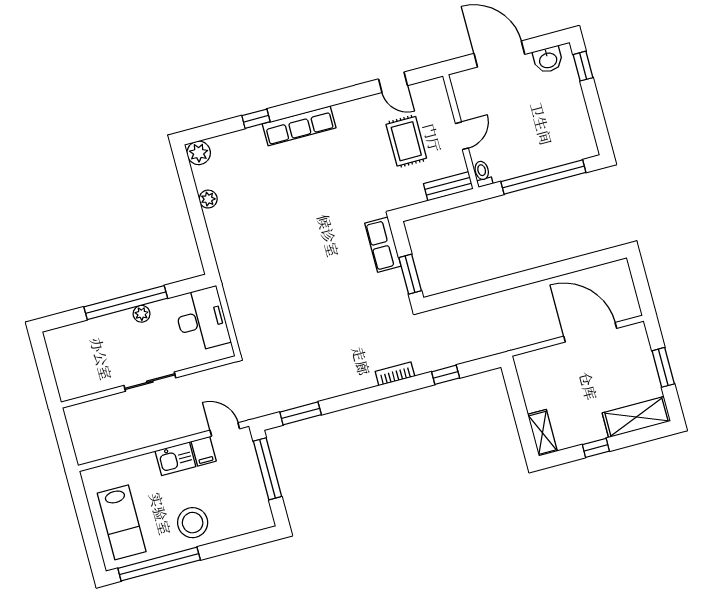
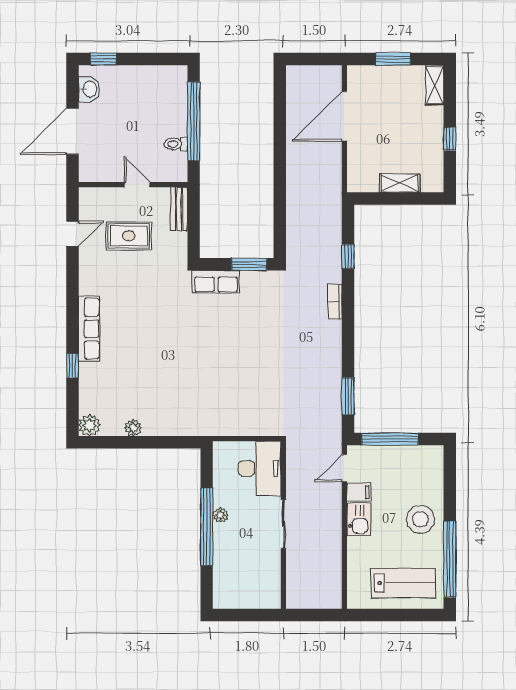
toilet: (483, 174) -> (176, 144), moved
desk: (202, 320) -> (260, 468), moved, turned 90
shelving: (636, 417) -> (435, 85), width x0.67, depth x0.75
shelving: (542, 433) -> (400, 183), moved

